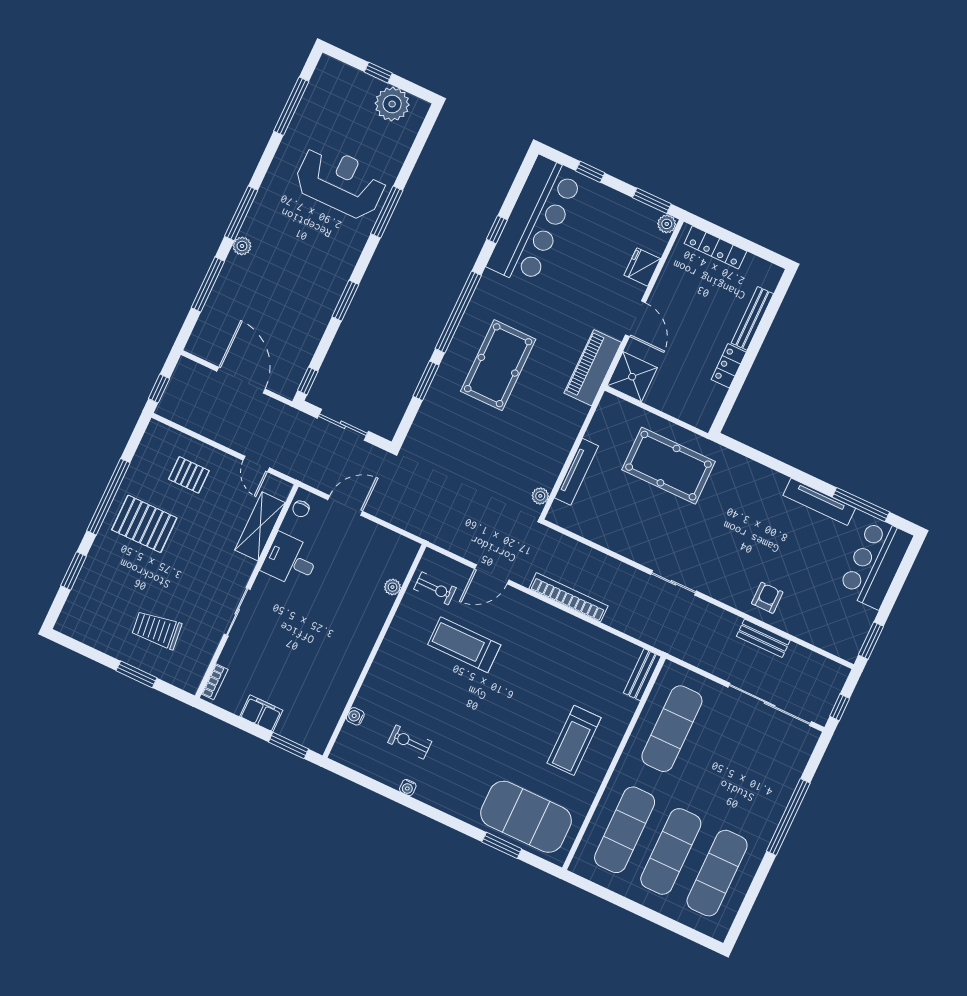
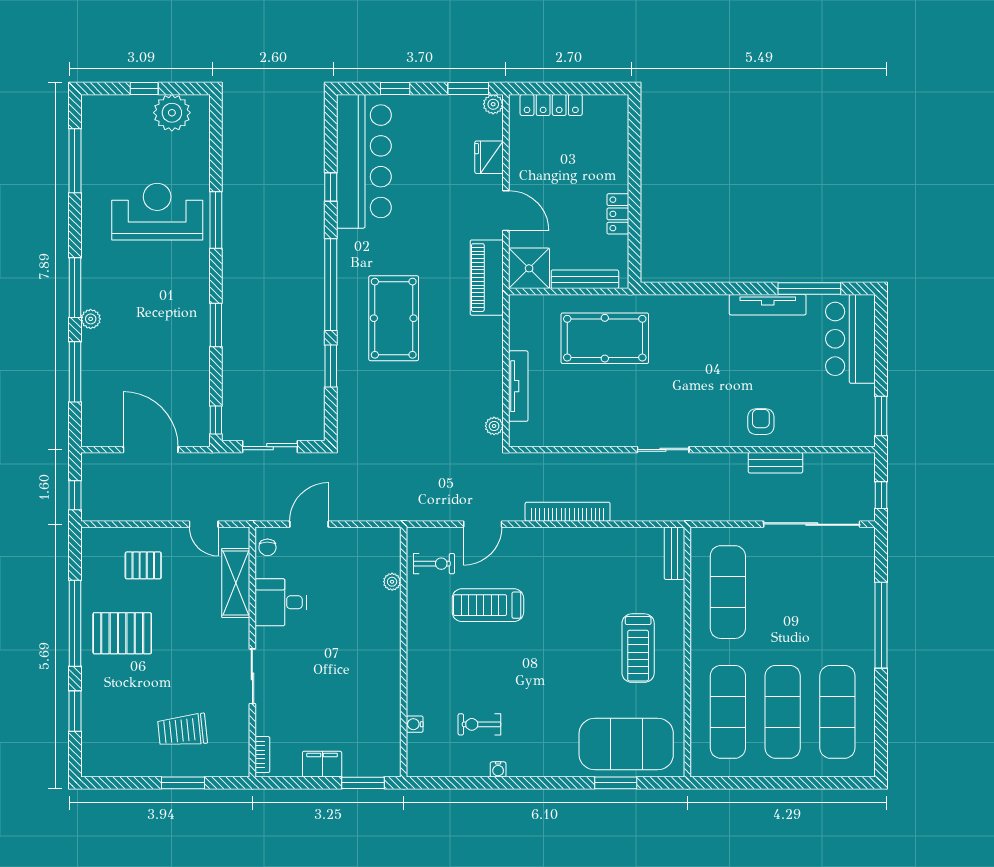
bench: (752, 318) -> (585, 279), moved, turned 90

